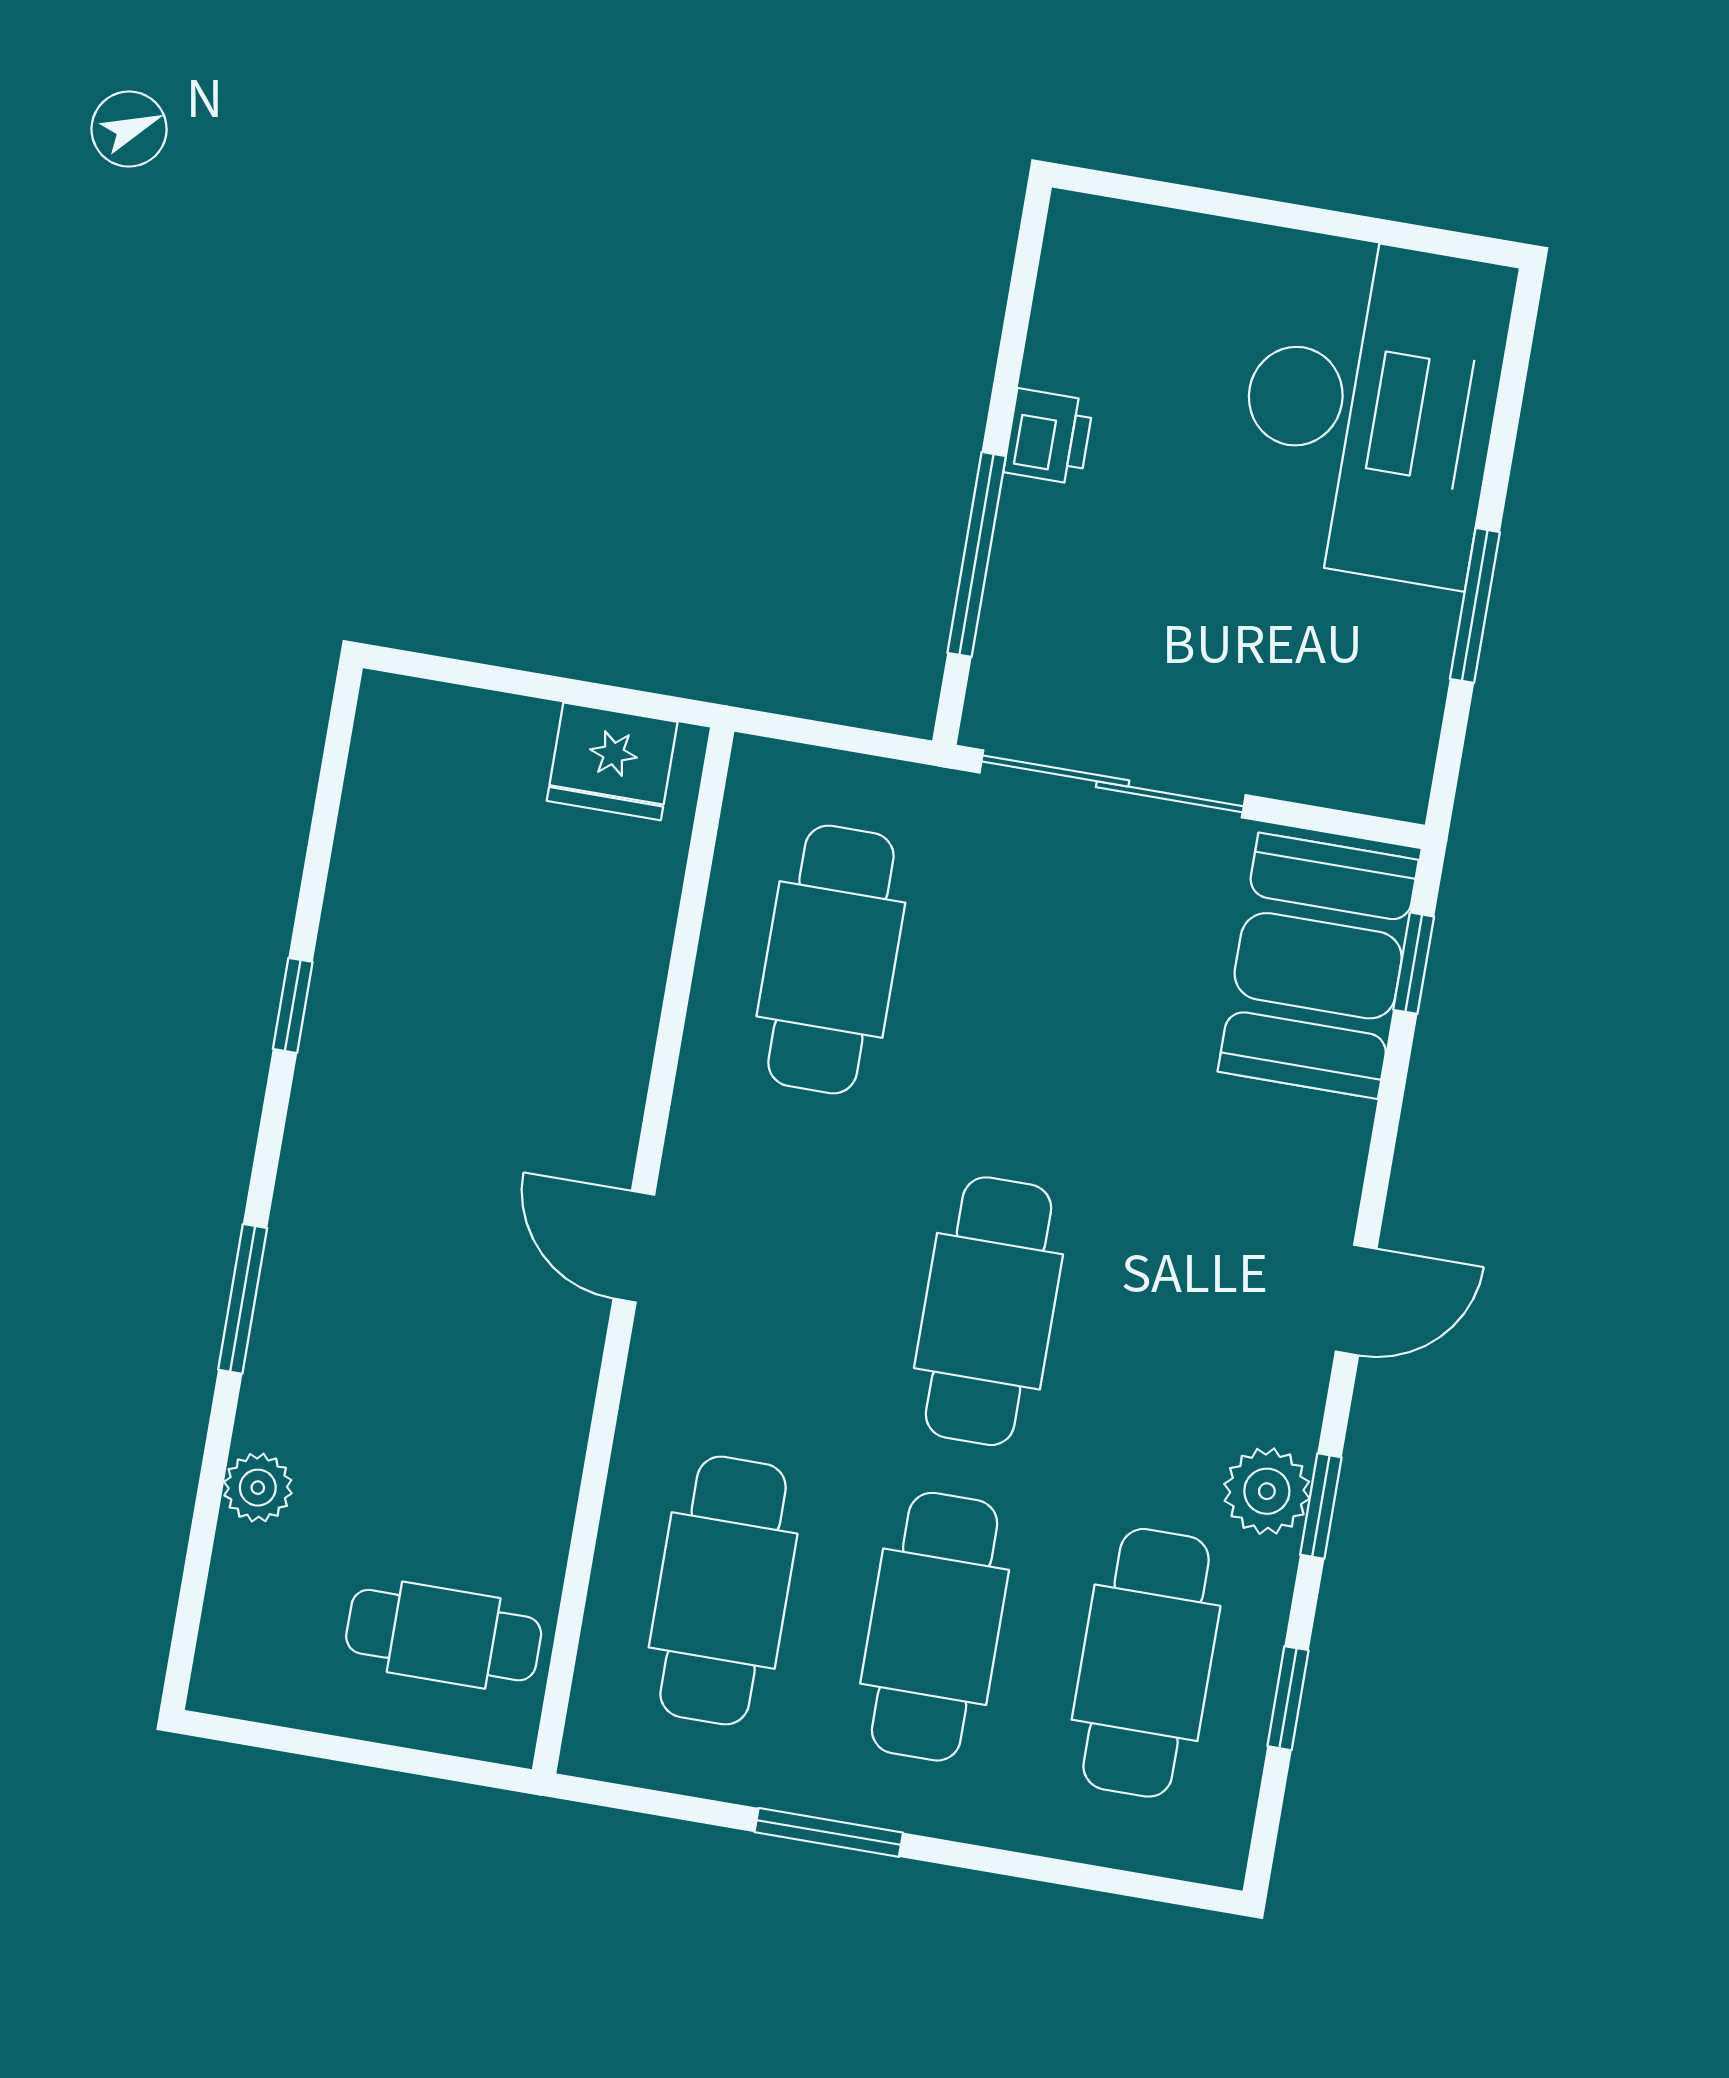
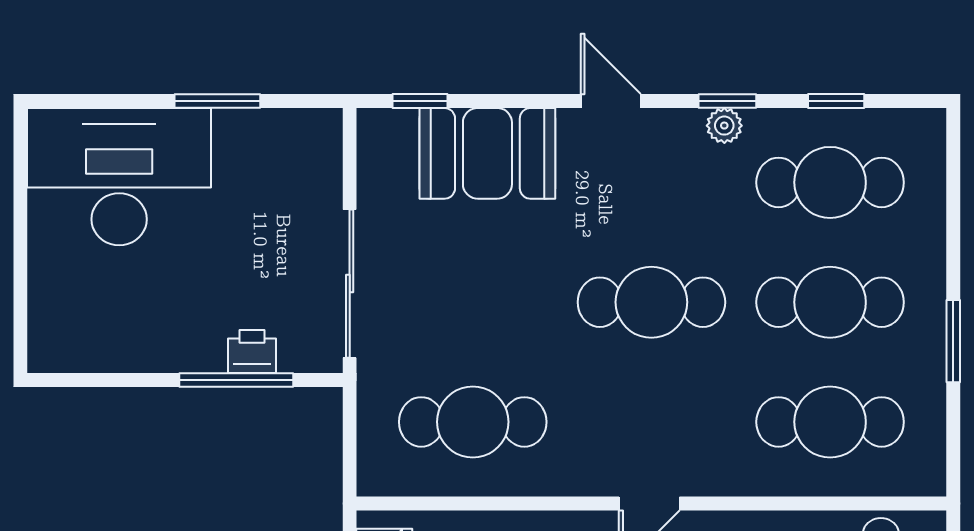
printer: (1049, 437) -> (252, 351), moved
booth: (1318, 966) -> (487, 153), moved
plant: (1267, 1491) -> (724, 126), width x0.73, depth x0.73

